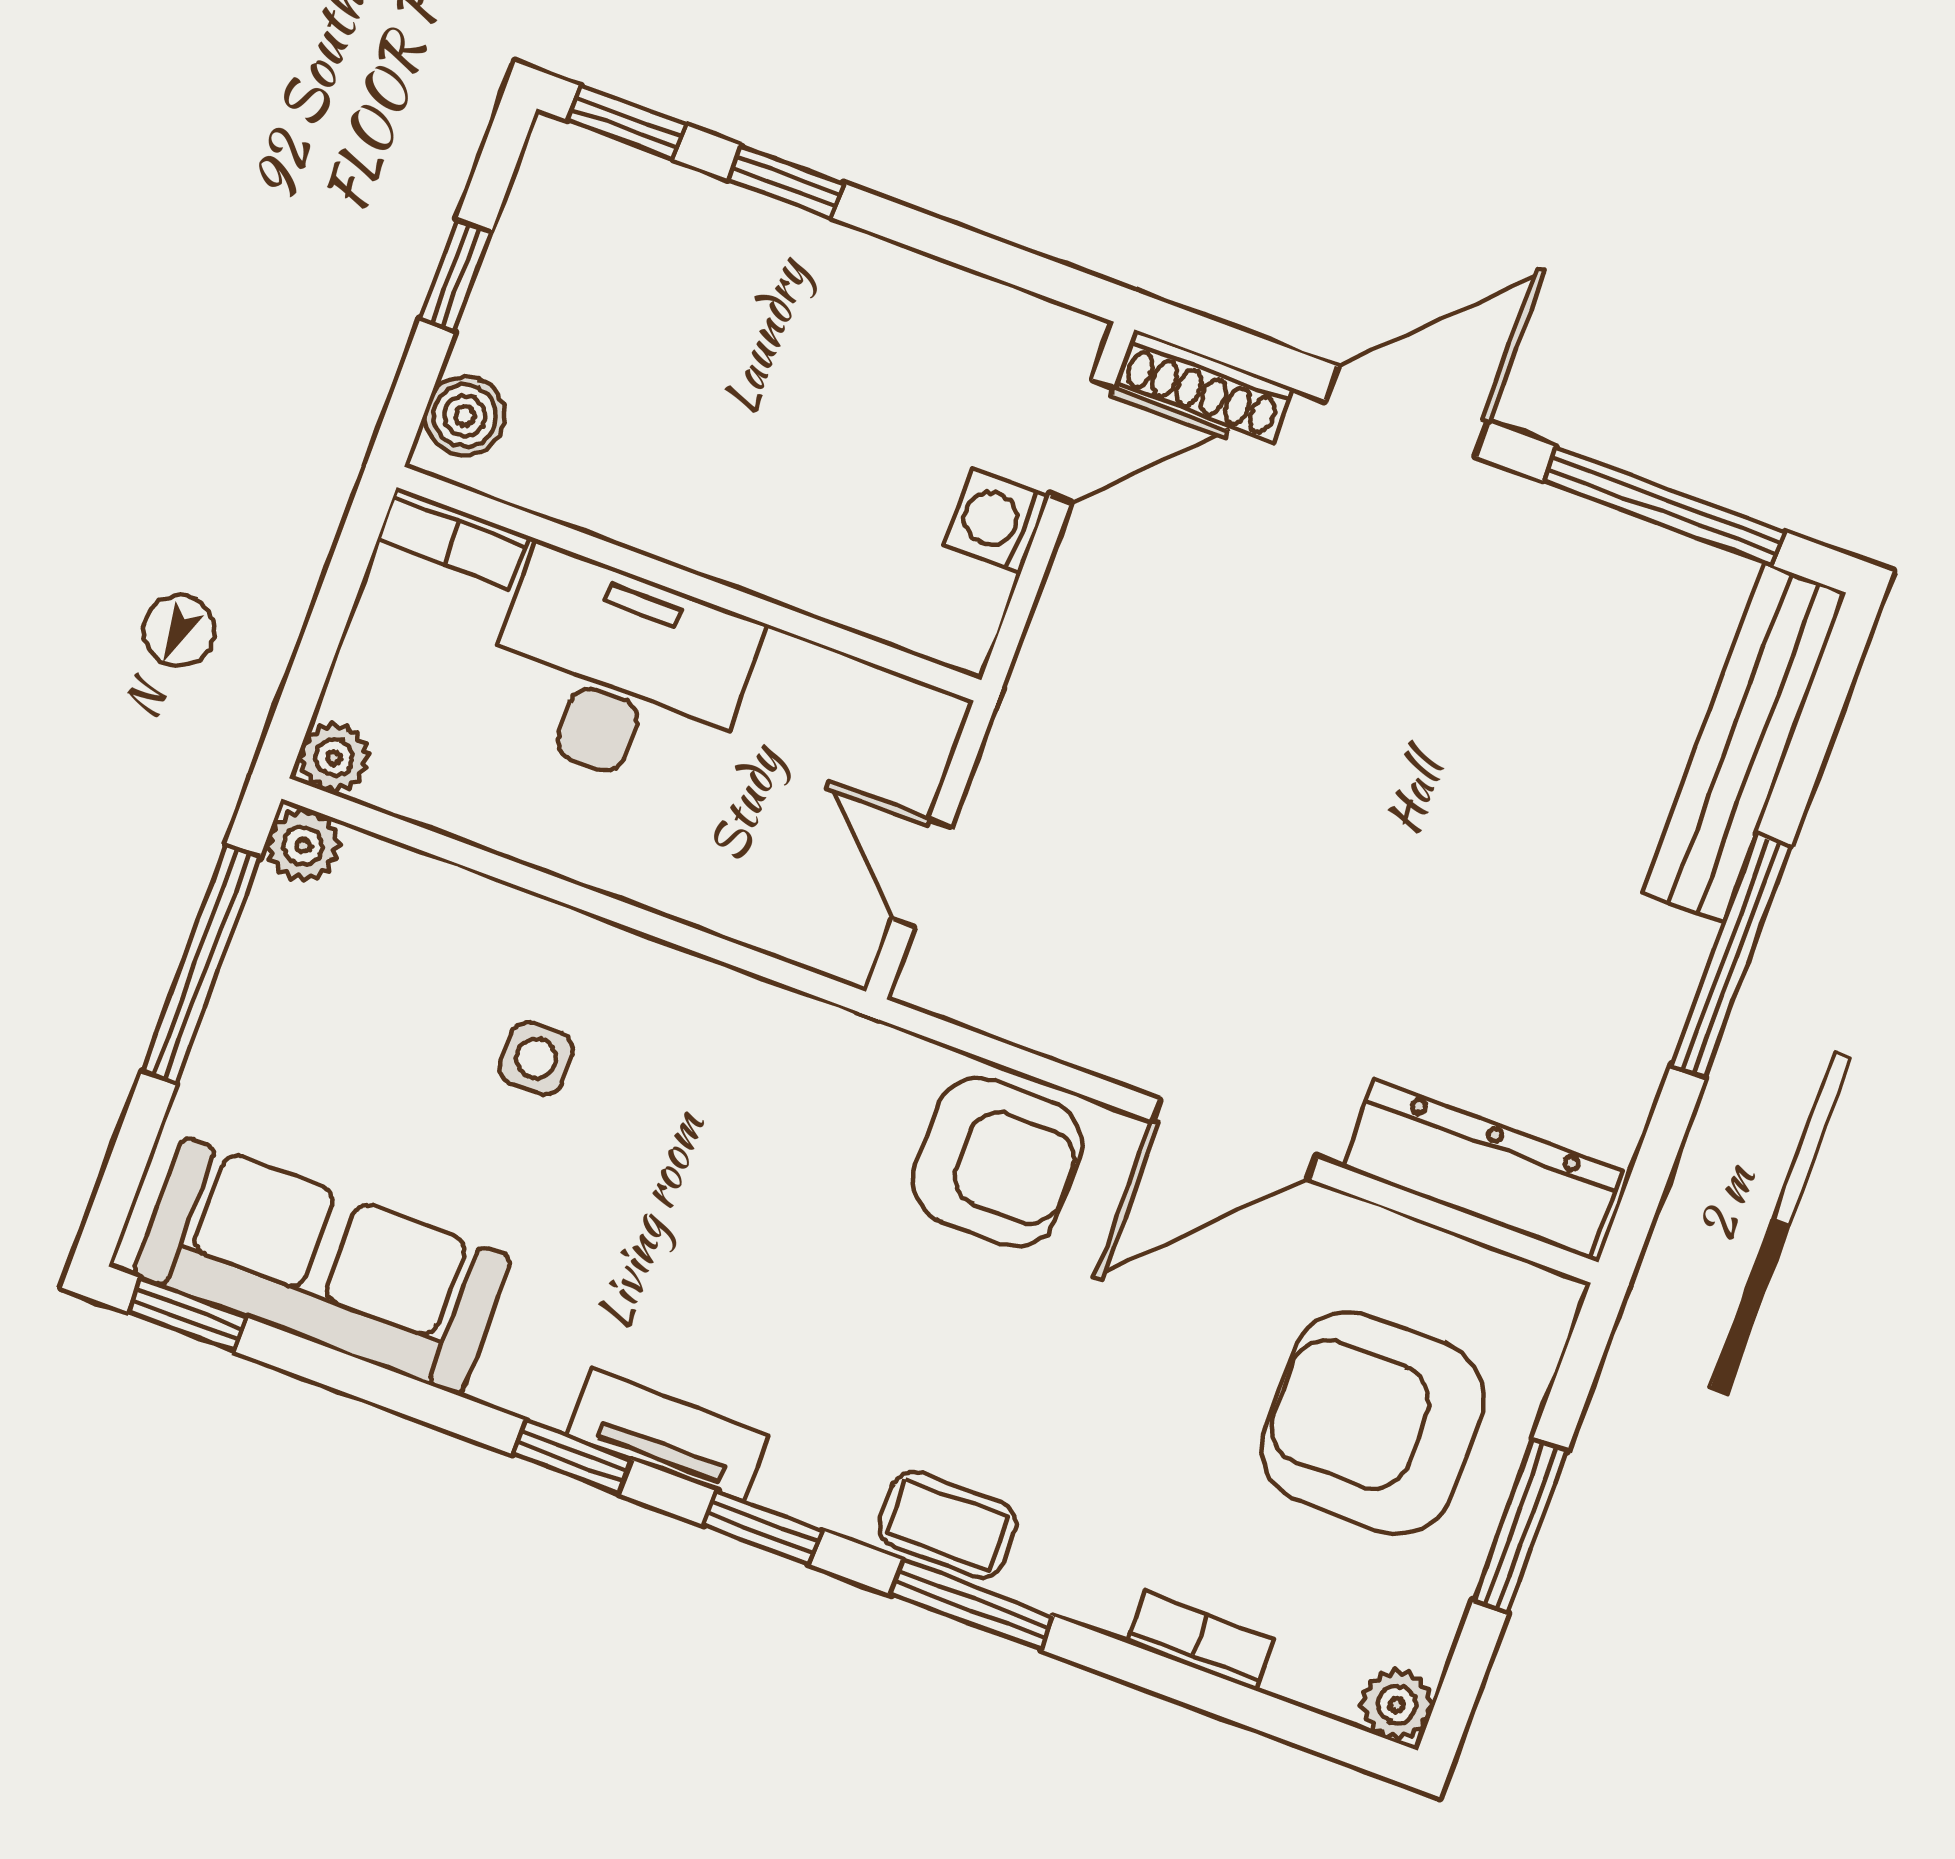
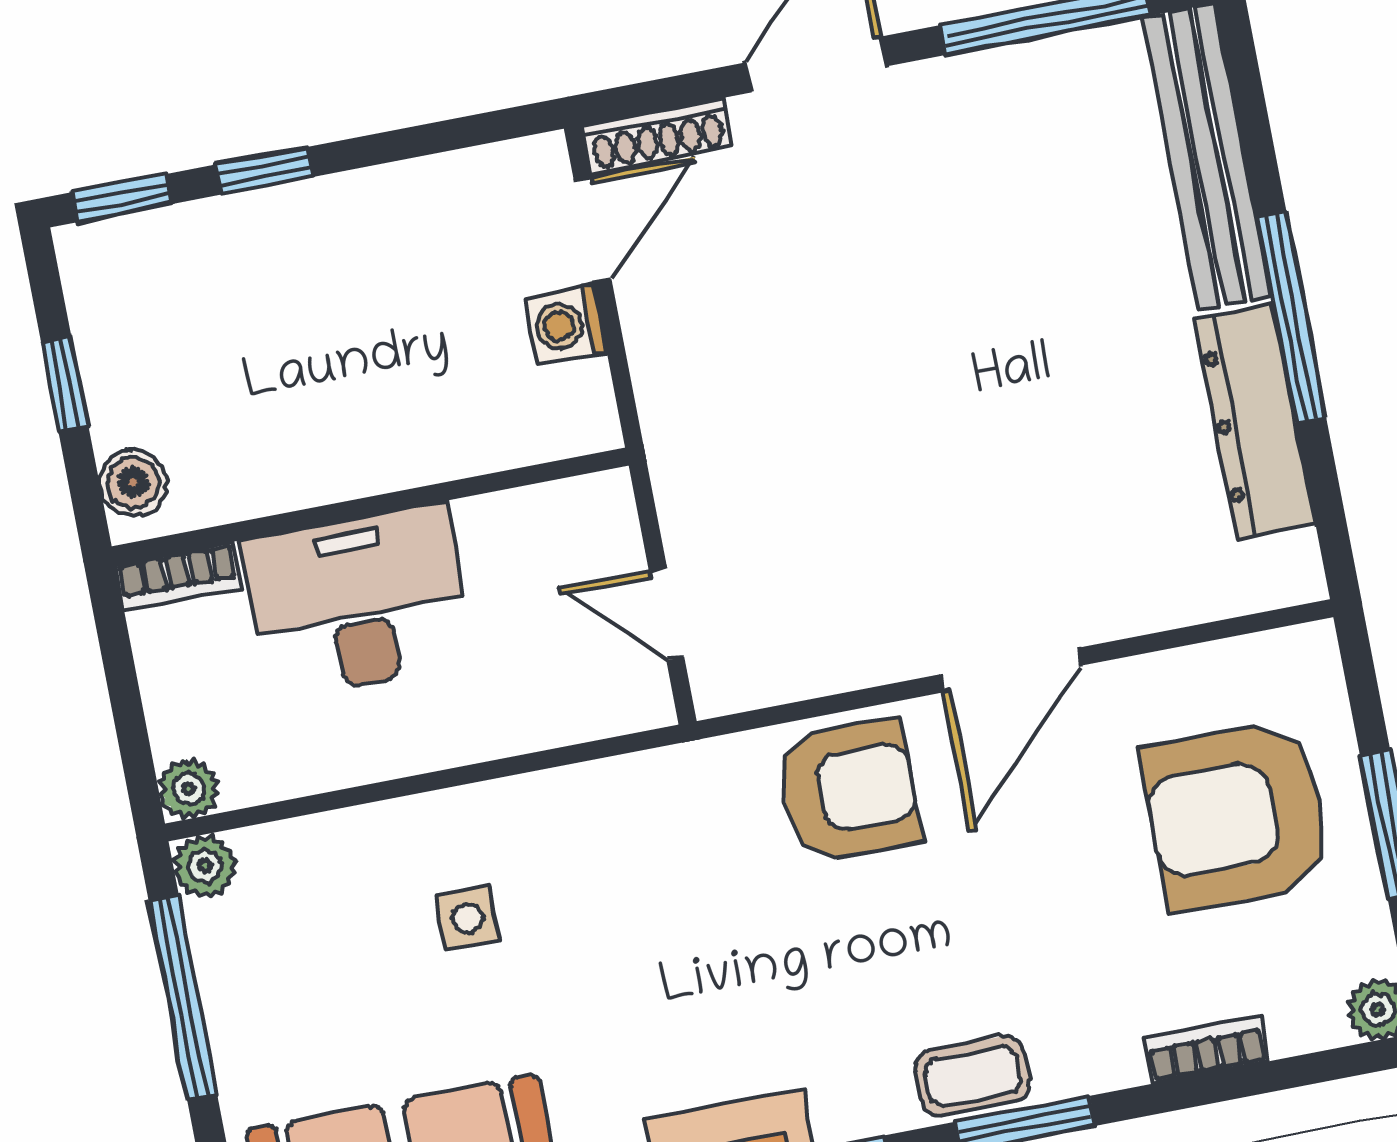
dresser: (1482, 1169) -> (1255, 421), moved, turned -90

